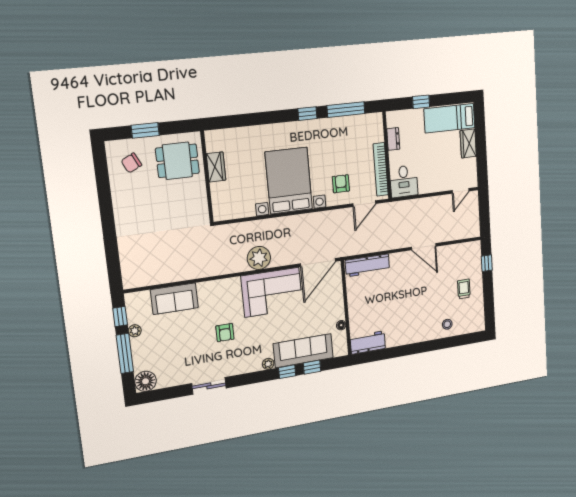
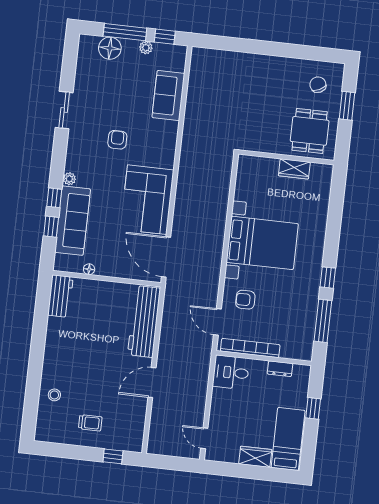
armchair: (341, 184) -> (245, 300), turned 180
plant: (259, 258) -> (188, 193), removed
workbench: (367, 265) -> (144, 321), width x1.36, depth x1.32
armchair: (225, 333) -> (117, 140), turned 90
floor lamp: (146, 381) -> (110, 48), moved

